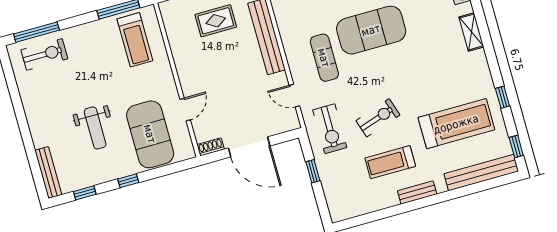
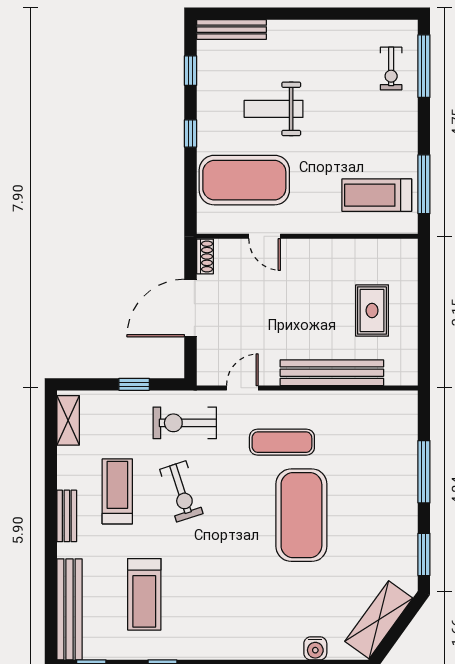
shelving: (471, 32) -> (68, 420), moved, turned 90
exercise bike: (44, 54) -> (391, 68), width x0.73, depth x0.72
treadmill: (456, 124) -> (144, 594), width x0.73, depth x0.73

